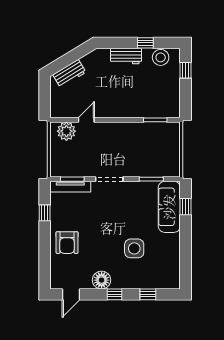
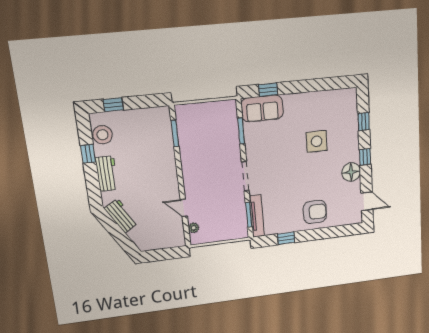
workbench: (69, 74) -> (121, 216), moved
plant: (66, 131) -> (194, 228), width x0.53, depth x0.53
sofa: (169, 207) -> (262, 109), width x0.73

